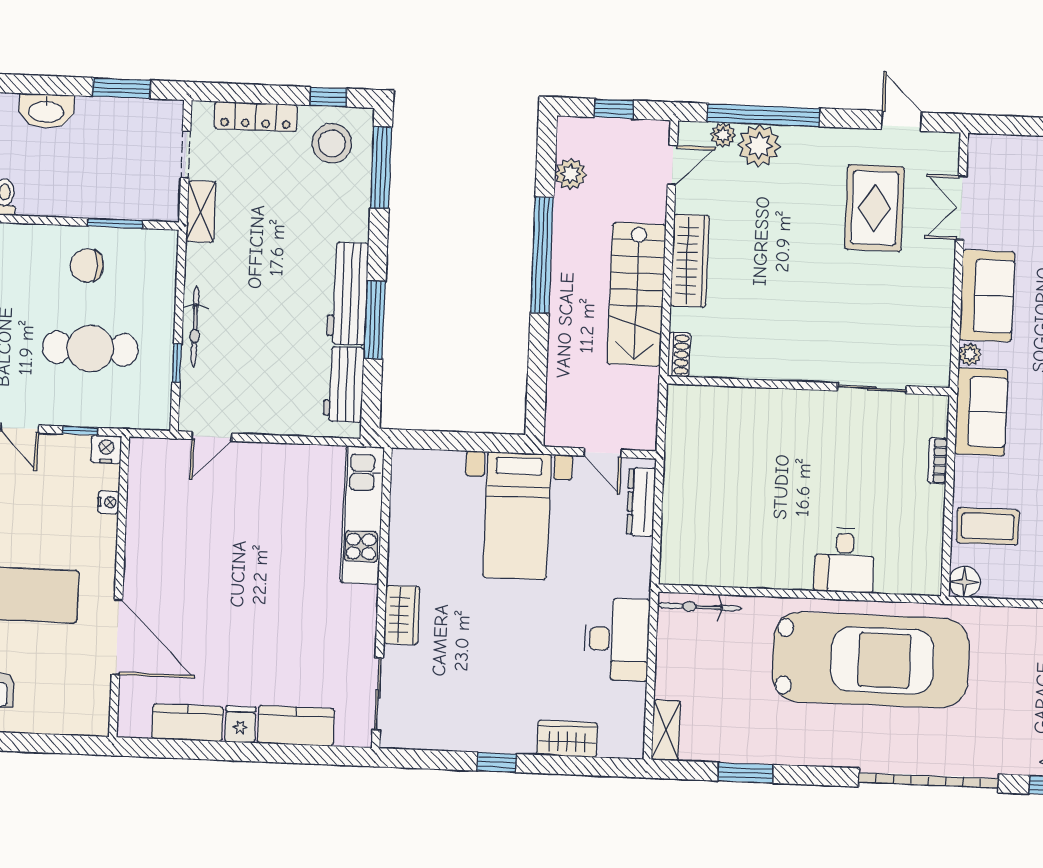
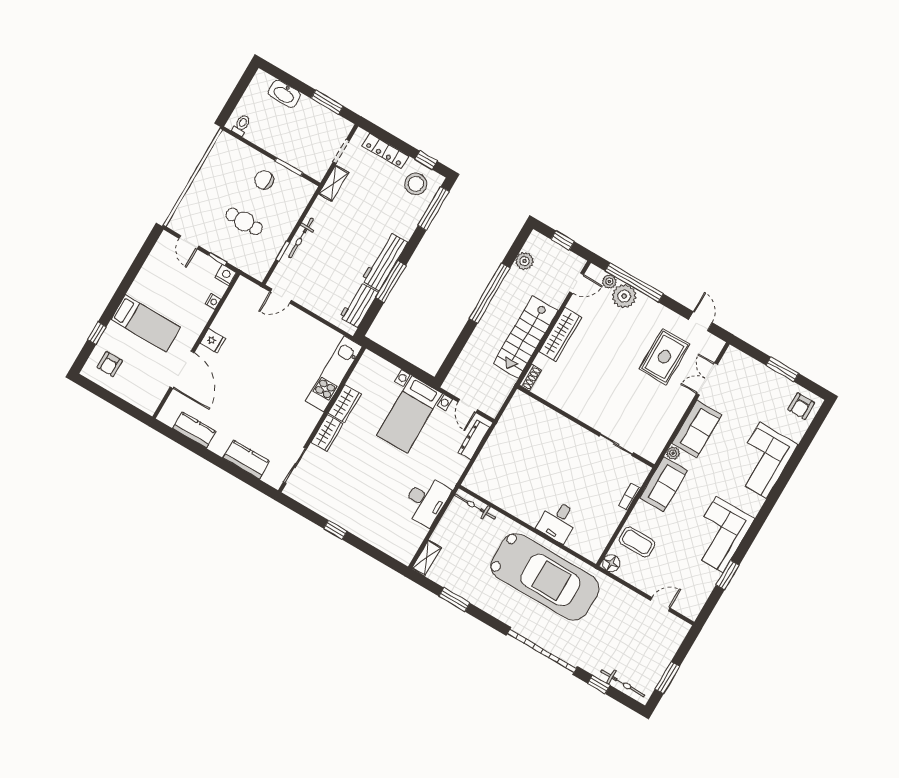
cafe table: (90, 349) -> (244, 221), width x0.73, depth x0.74
fridge: (240, 724) -> (213, 341), moved, turned 90
wardrobe: (567, 739) -> (345, 404), moved, turned 90

